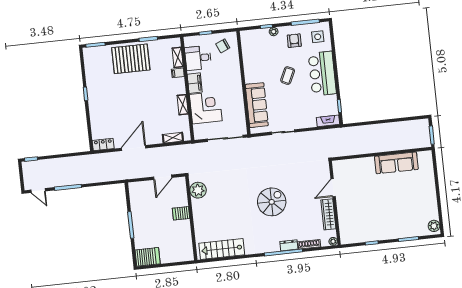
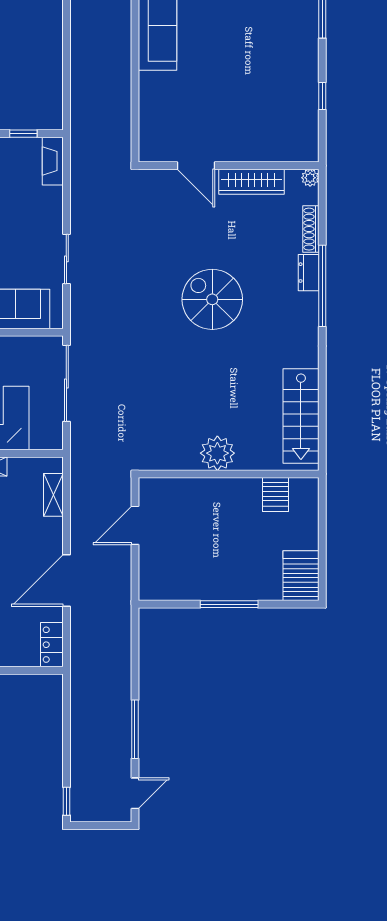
door: (134, 148) -> (66, 581), hinge flipped
door: (163, 177) -> (135, 525), swing flipped
plant: (198, 190) -> (217, 453), moved
server rack: (181, 213) -> (275, 495), moved

